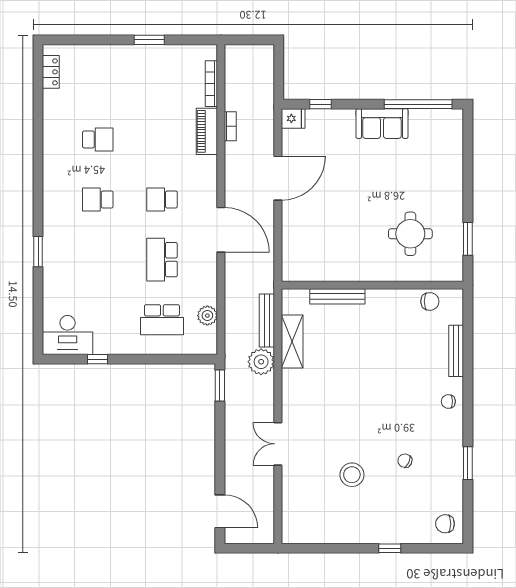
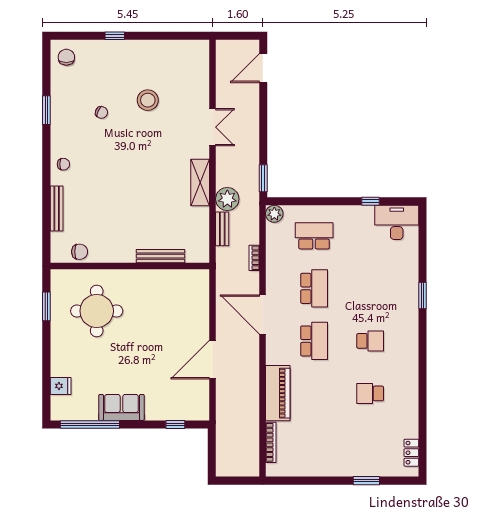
window: (149, 40) -> (366, 481), moved
fridge: (293, 118) -> (61, 386), moved, turned 180
bookcase: (230, 126) -> (254, 258), moved
piano: (207, 131) -> (278, 393), width x1.37, depth x1.33
school desk: (162, 200) -> (314, 341), width x1.85
round table: (410, 234) -> (97, 311), width x1.36, depth x1.36
chair: (430, 301) -> (80, 252), turned 180
plant: (207, 316) -> (274, 214), moved
bench: (267, 321) -> (222, 229), width x0.73
shelving: (292, 341) -> (200, 182), moved
door: (220, 511) -> (263, 68), hinge flipped
chair: (445, 524) -> (66, 57), turned -90

